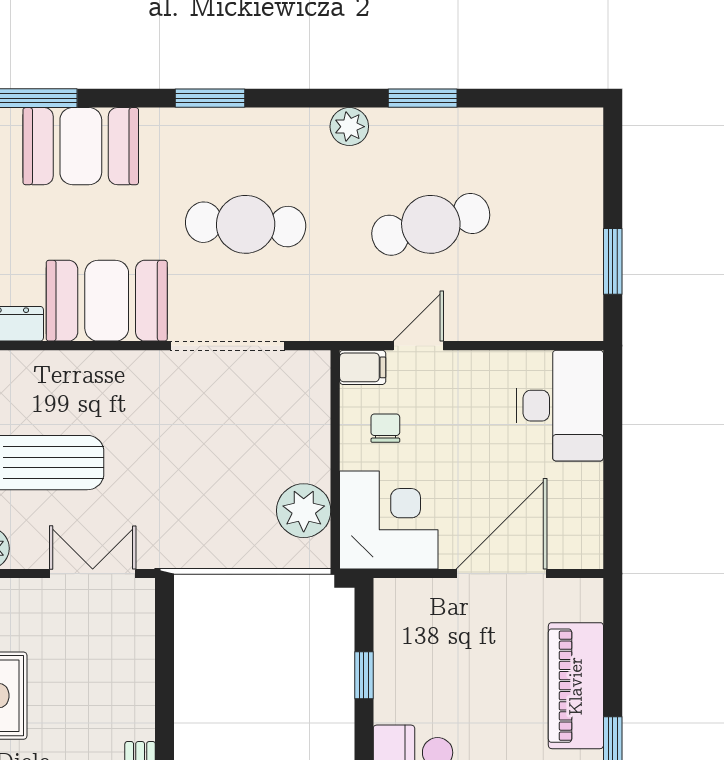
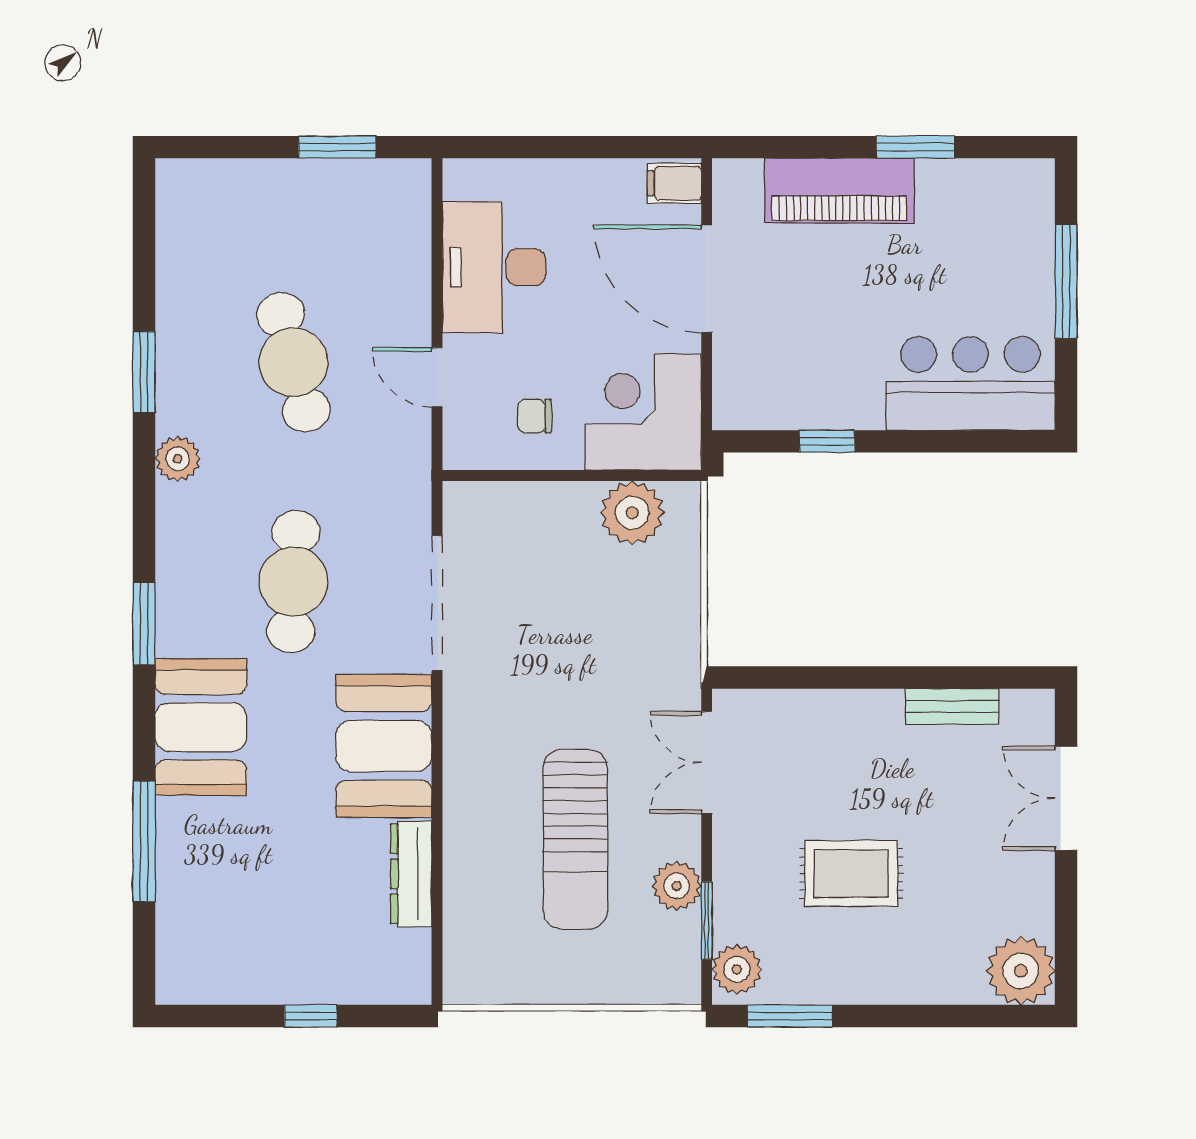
booth: (81, 146) -> (201, 727), moved
filing cabinet: (363, 367) -> (674, 183), moved, turned -90
desk: (560, 406) -> (494, 267), moved, turned -90

